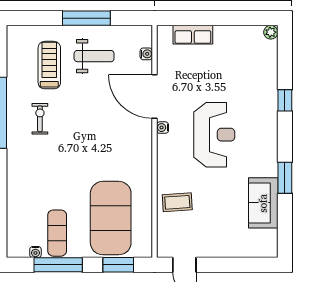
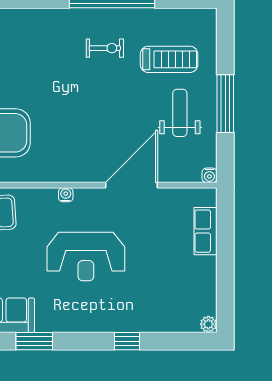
water cooler: (146, 54) -> (209, 175), moved
weight bench: (94, 56) -> (180, 113), turned 180
water cooler: (162, 128) -> (66, 195), moved

